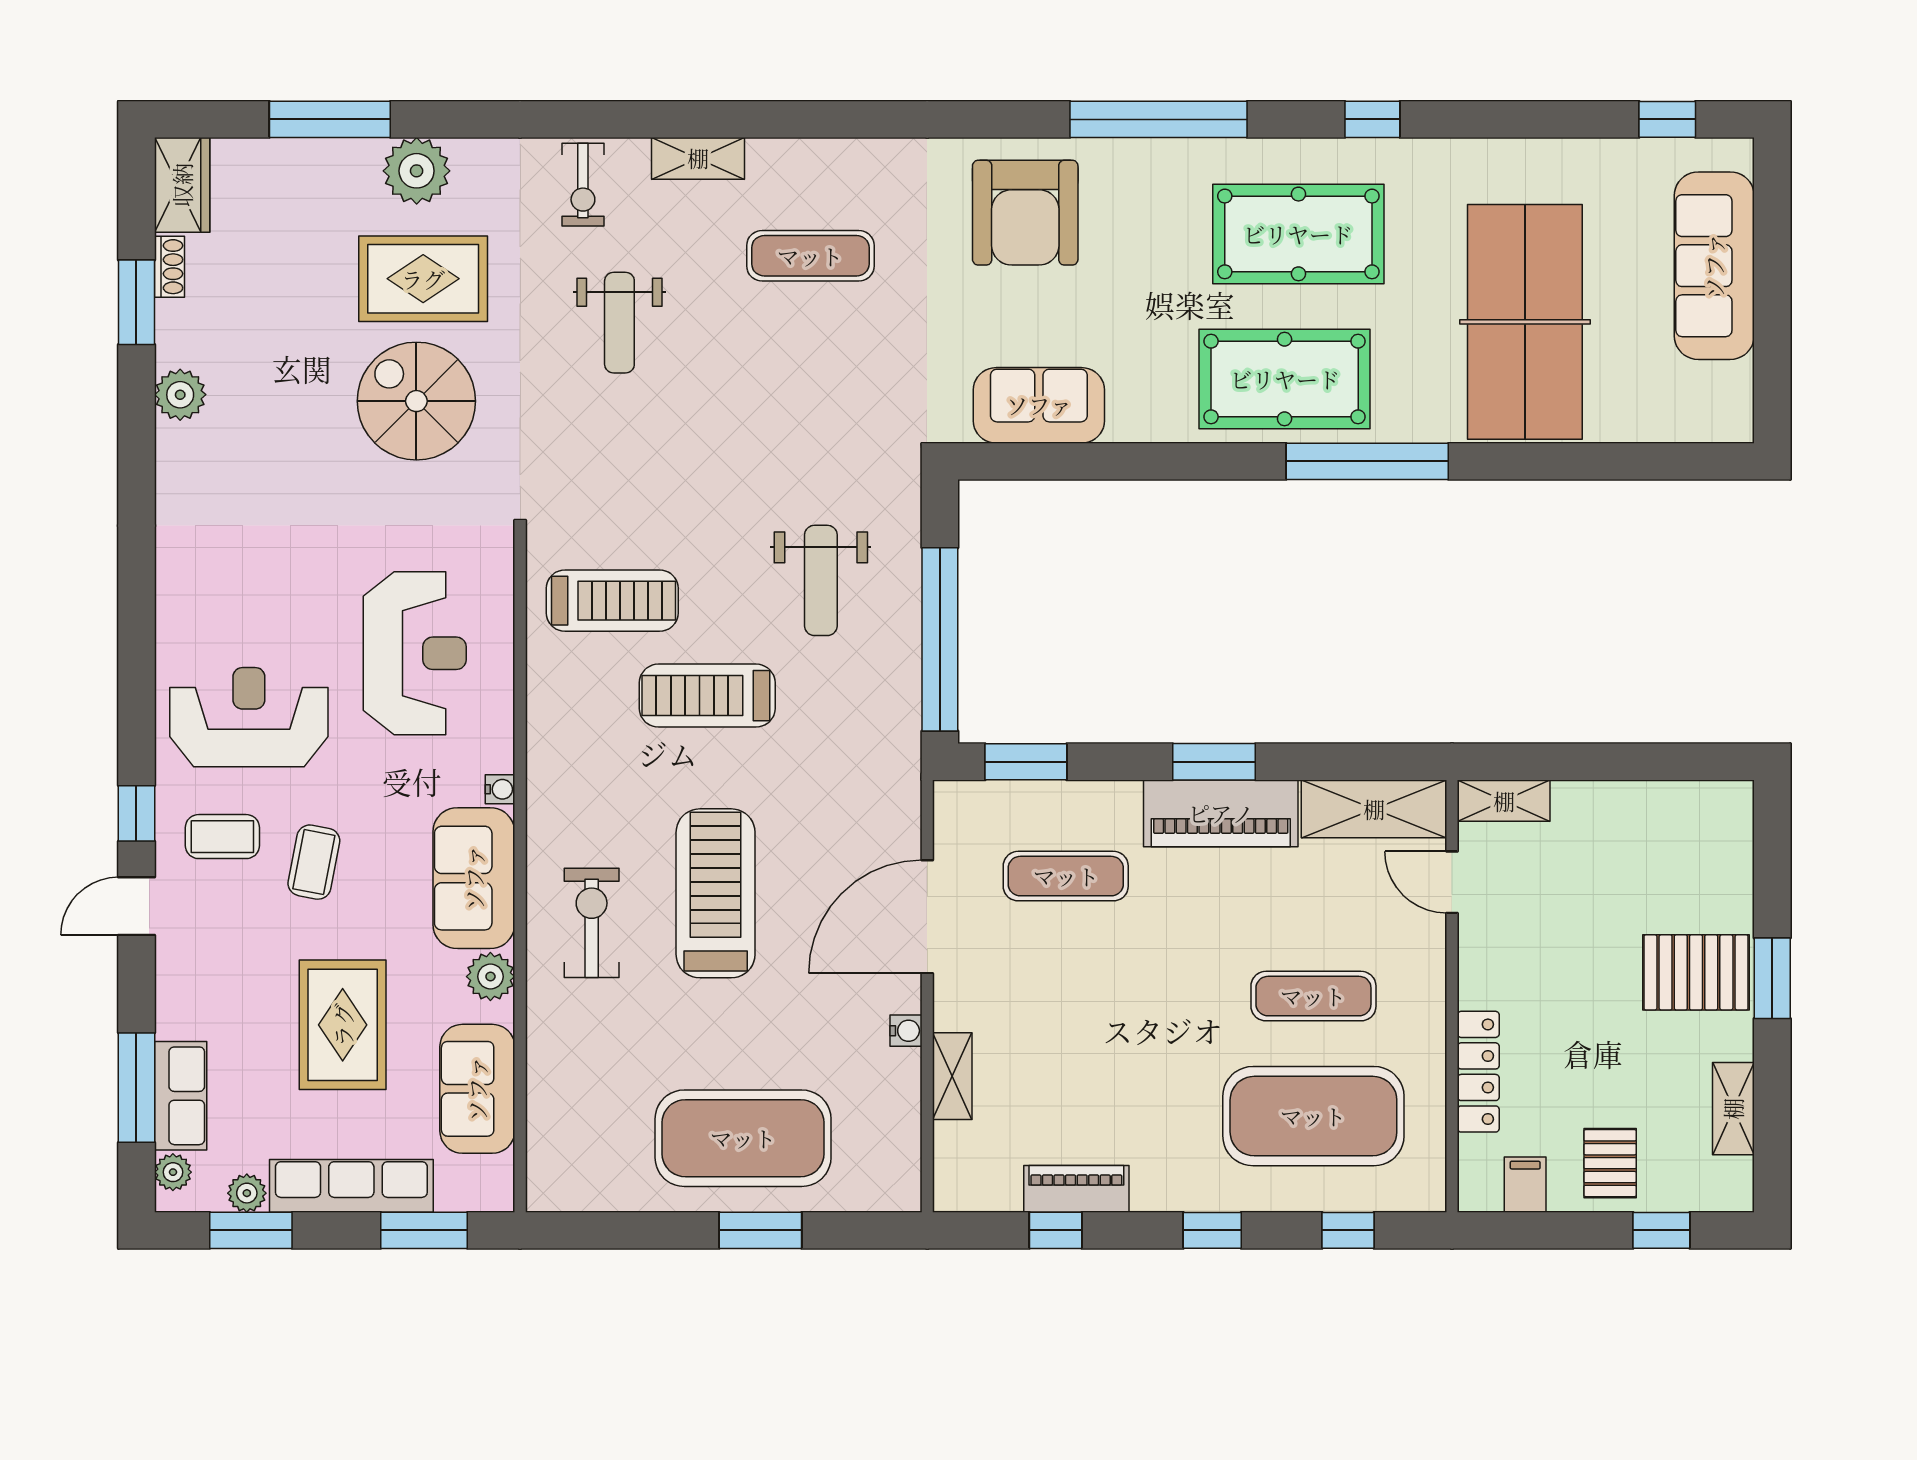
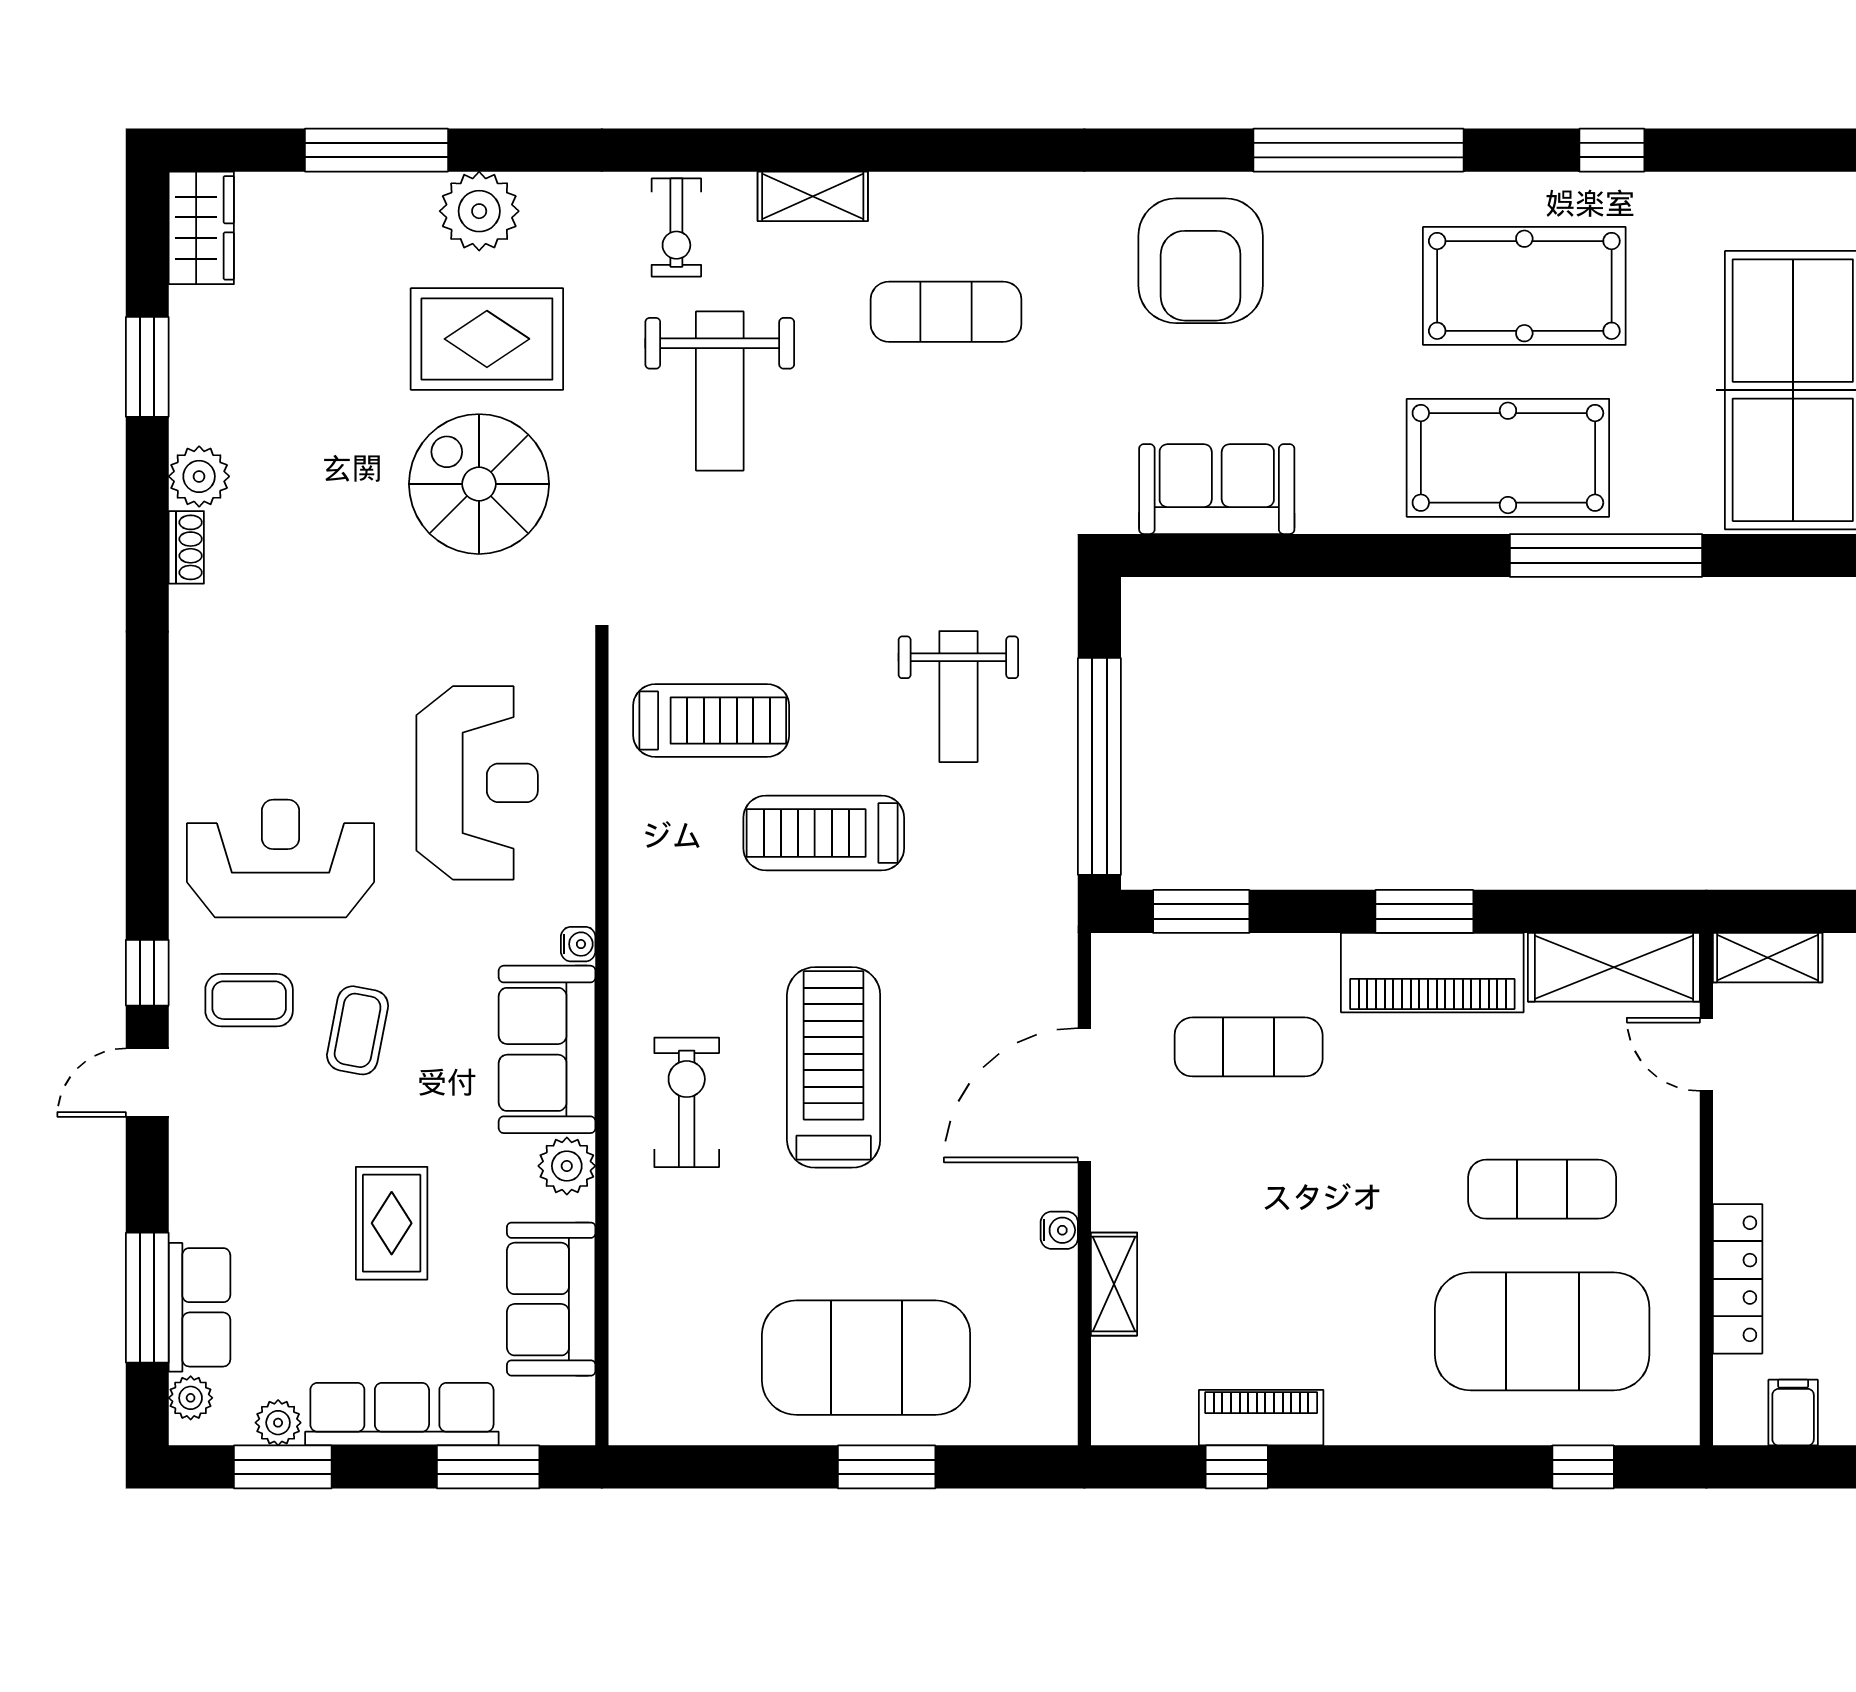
shoe rack: (169, 267) -> (186, 547), moved
weight bench: (619, 323) -> (720, 391), width x1.36, depth x1.33
rug: (343, 1025) -> (392, 1223), width x0.73, depth x0.70
window: (1212, 1230) -> (1422, 1467), removed

